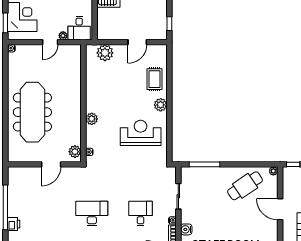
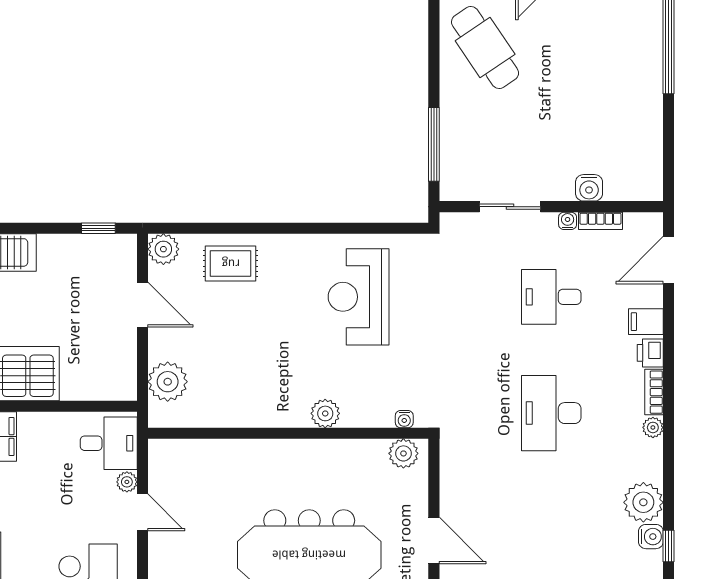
plant: (161, 105) -> (163, 249), moved
door: (51, 164) -> (434, 540), moved

